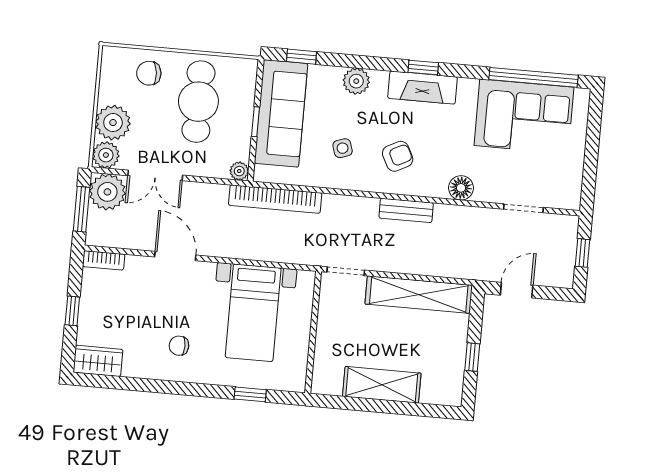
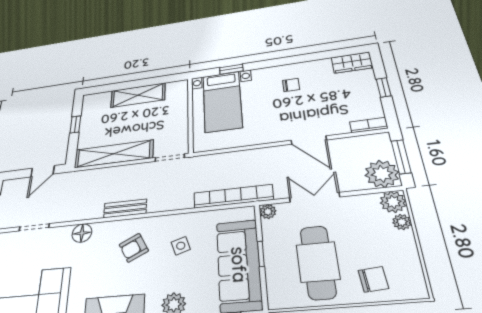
plant: (113, 123) -> (402, 222), width x0.53, depth x0.53
double door: (155, 175) -> (314, 197), moved
bed with nightstands: (253, 313) -> (222, 101), moved, turned 180

